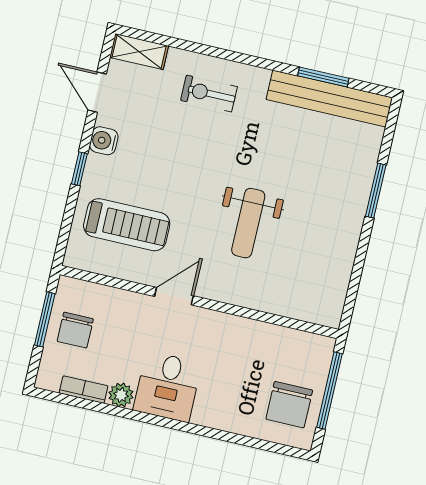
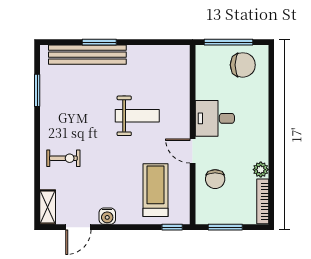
exercise bike: (209, 94) -> (63, 158), turned -90
bench: (329, 99) -> (87, 55), moved, turned 90
window: (79, 169) -> (172, 227), moved
chair: (75, 330) -> (215, 179), moved, turned 90
desk: (167, 387) -> (215, 118), moved, turned 180
bookcase: (84, 390) -> (263, 201), width x1.56

